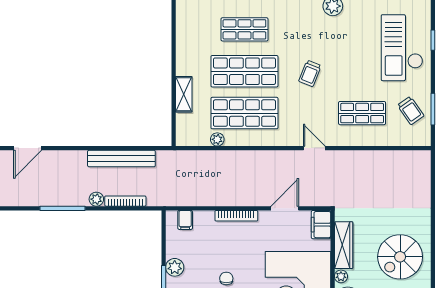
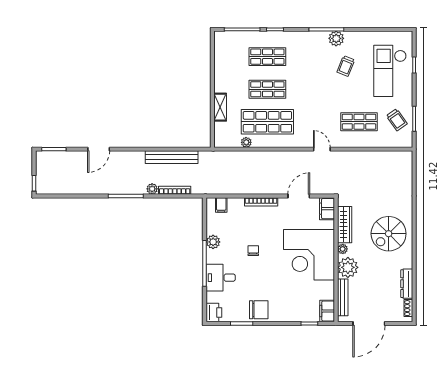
shop shelf: (244, 71) -> (267, 89), width x0.70, depth x0.74
trolley: (310, 73) -> (346, 66), moved

